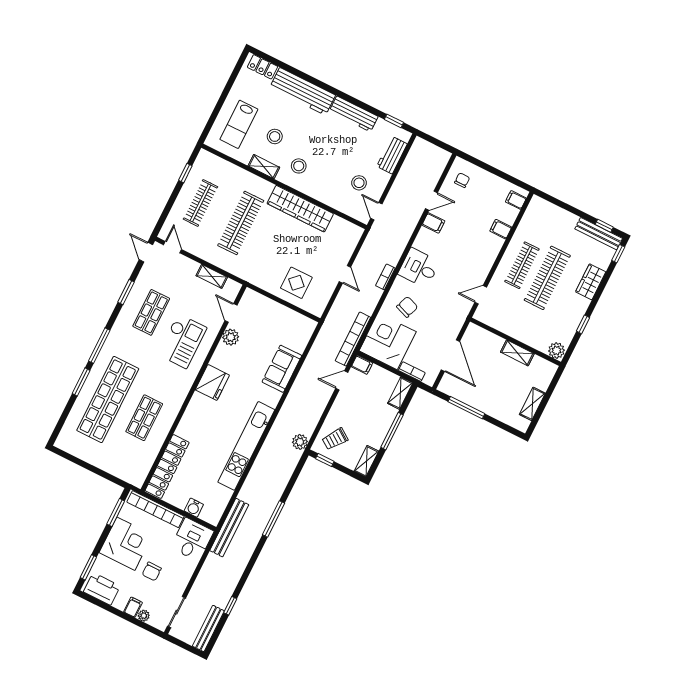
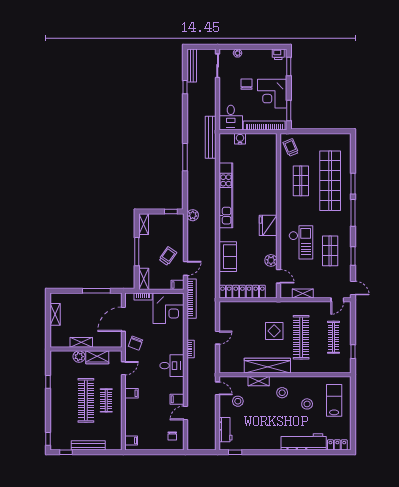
workbench: (354, 114) -> (263, 444), removed
shelving: (264, 167) -> (259, 381), moved
filing cabinet: (501, 229) -> (132, 393), moved
bench: (599, 234) -> (88, 445), moved
door: (173, 247) -> (337, 300), hinge flipped
clothes rail: (522, 265) -> (106, 400), width x0.73
door: (345, 274) -> (218, 338), swing flipped
wardrobe: (591, 282) -> (97, 357), moved, turned 90
display table: (296, 283) -> (274, 331), moved
chair: (407, 307) -> (136, 343), moved
checkout: (182, 341) -> (301, 242), turned 180
plant: (556, 351) -> (79, 357), moved
door: (450, 356) -> (123, 319), hinge flipped
trolley: (335, 439) -> (168, 256), moved
trolley: (136, 465) -> (291, 147), added
locker: (167, 466) -> (242, 292), moved, turned 90
printer: (102, 589) -> (278, 54), width x0.53, depth x0.68
filing cabinet: (133, 607) -> (247, 55), removed

